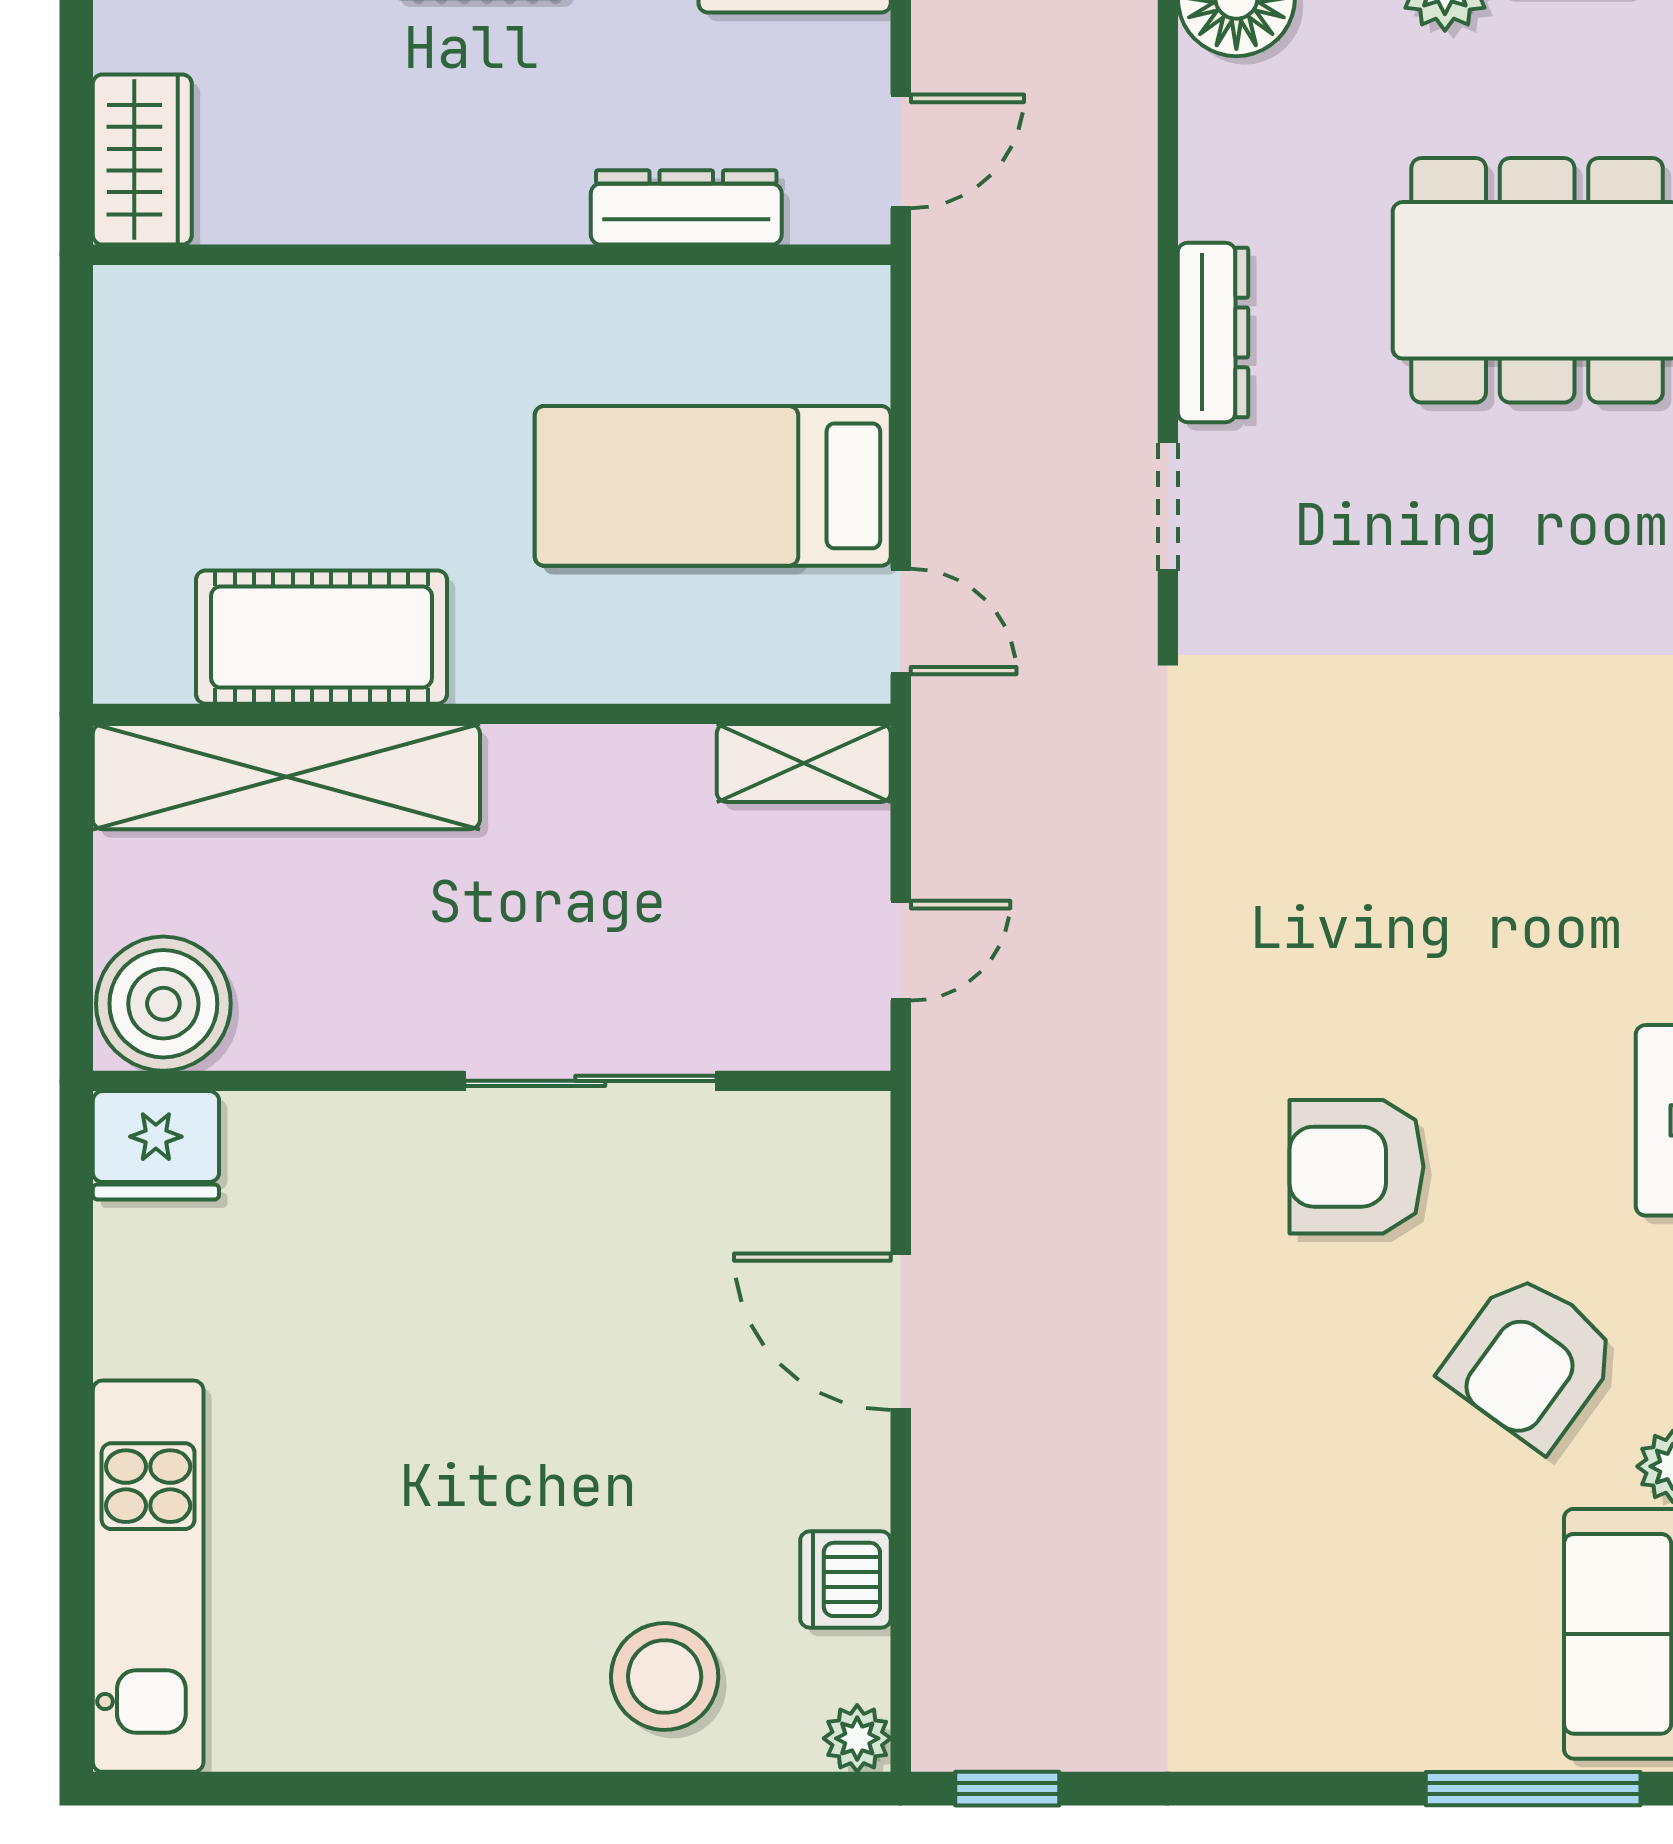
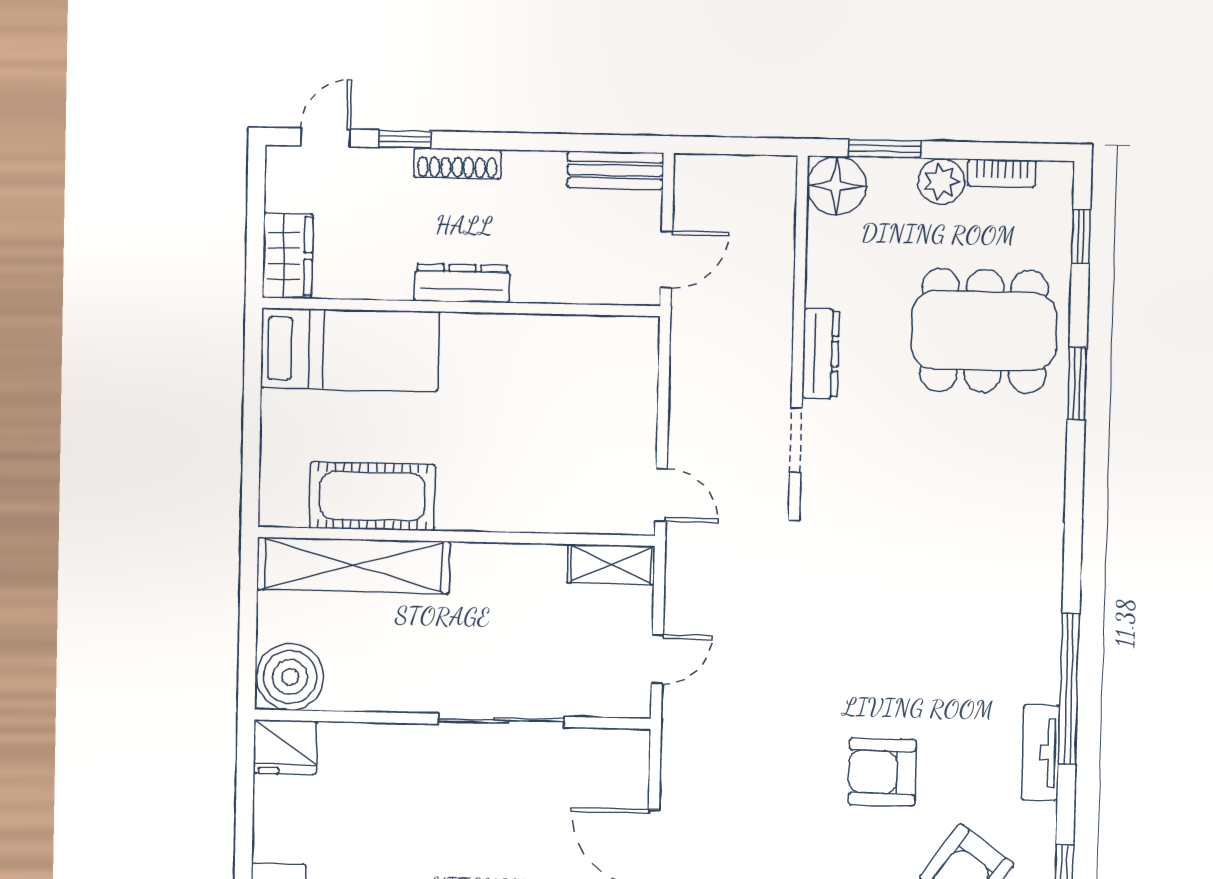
dresser: (686, 207) -> (462, 283), moved
bed: (713, 486) -> (350, 350), moved, turned 180

